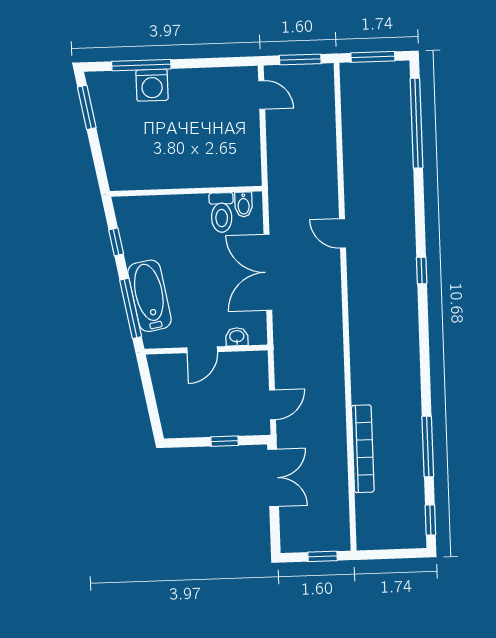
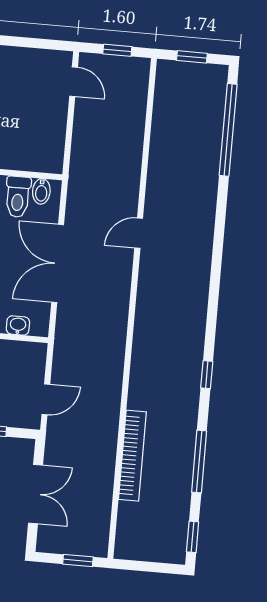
window: (373, 57) -> (192, 57), width x0.67
window: (300, 59) -> (117, 50), width x0.67
door: (342, 233) -> (139, 233), hinge flipped
window: (422, 270) -> (207, 375), moved
double door: (273, 478) -> (36, 494), moved

